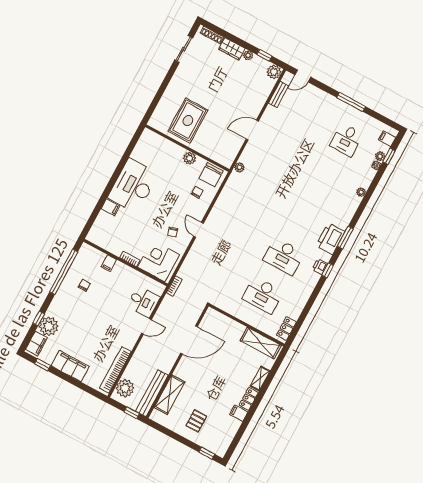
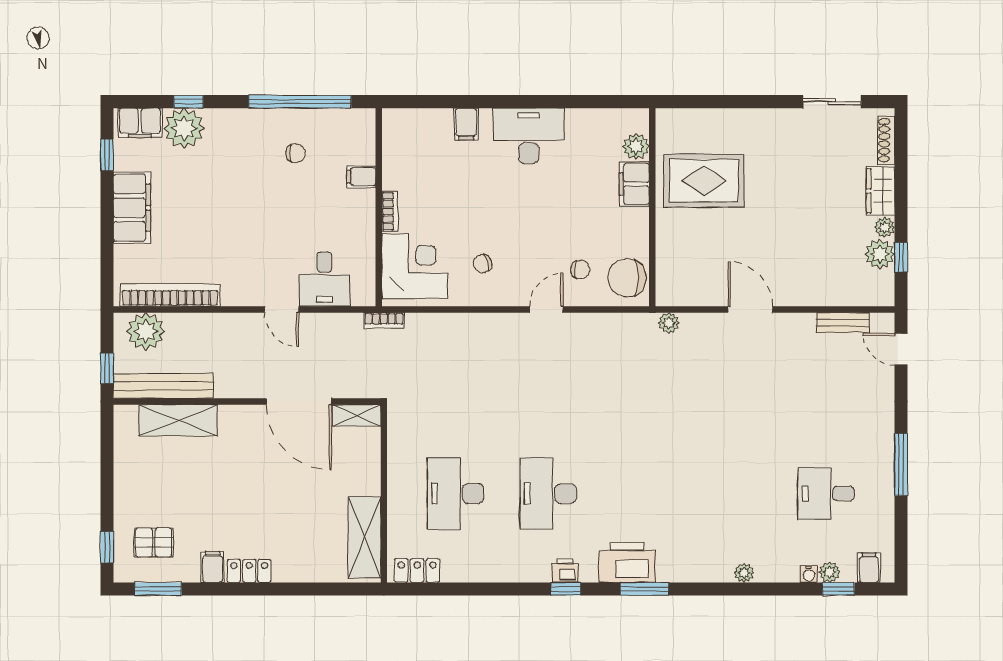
plant: (274, 72) -> (880, 254), moved
filing cabinet: (174, 150) -> (634, 184), added
plant: (190, 158) -> (636, 146), moved
desk: (133, 186) -> (529, 136), width x0.73, depth x0.77
door: (199, 230) -> (546, 309), moved
shelving: (260, 379) -> (357, 415), moved
pallet: (196, 421) -> (154, 542), moved
window: (236, 441) -> (158, 589), added

